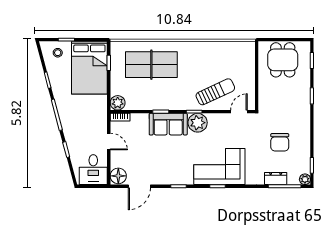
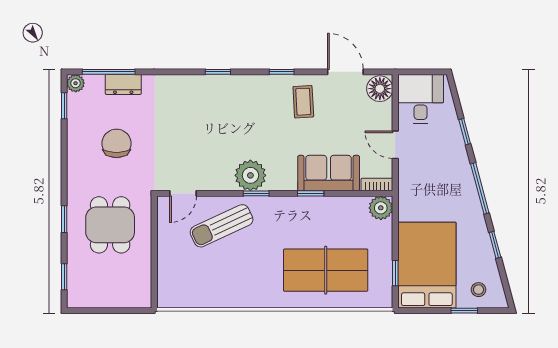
dining table: (283, 60) -> (110, 225), moved
sofa: (168, 124) -> (329, 173), moved
corner sofa: (219, 167) -> (215, 104), removed
coffee table: (165, 168) -> (303, 102), added
door: (139, 186) -> (345, 72), hinge flipped

